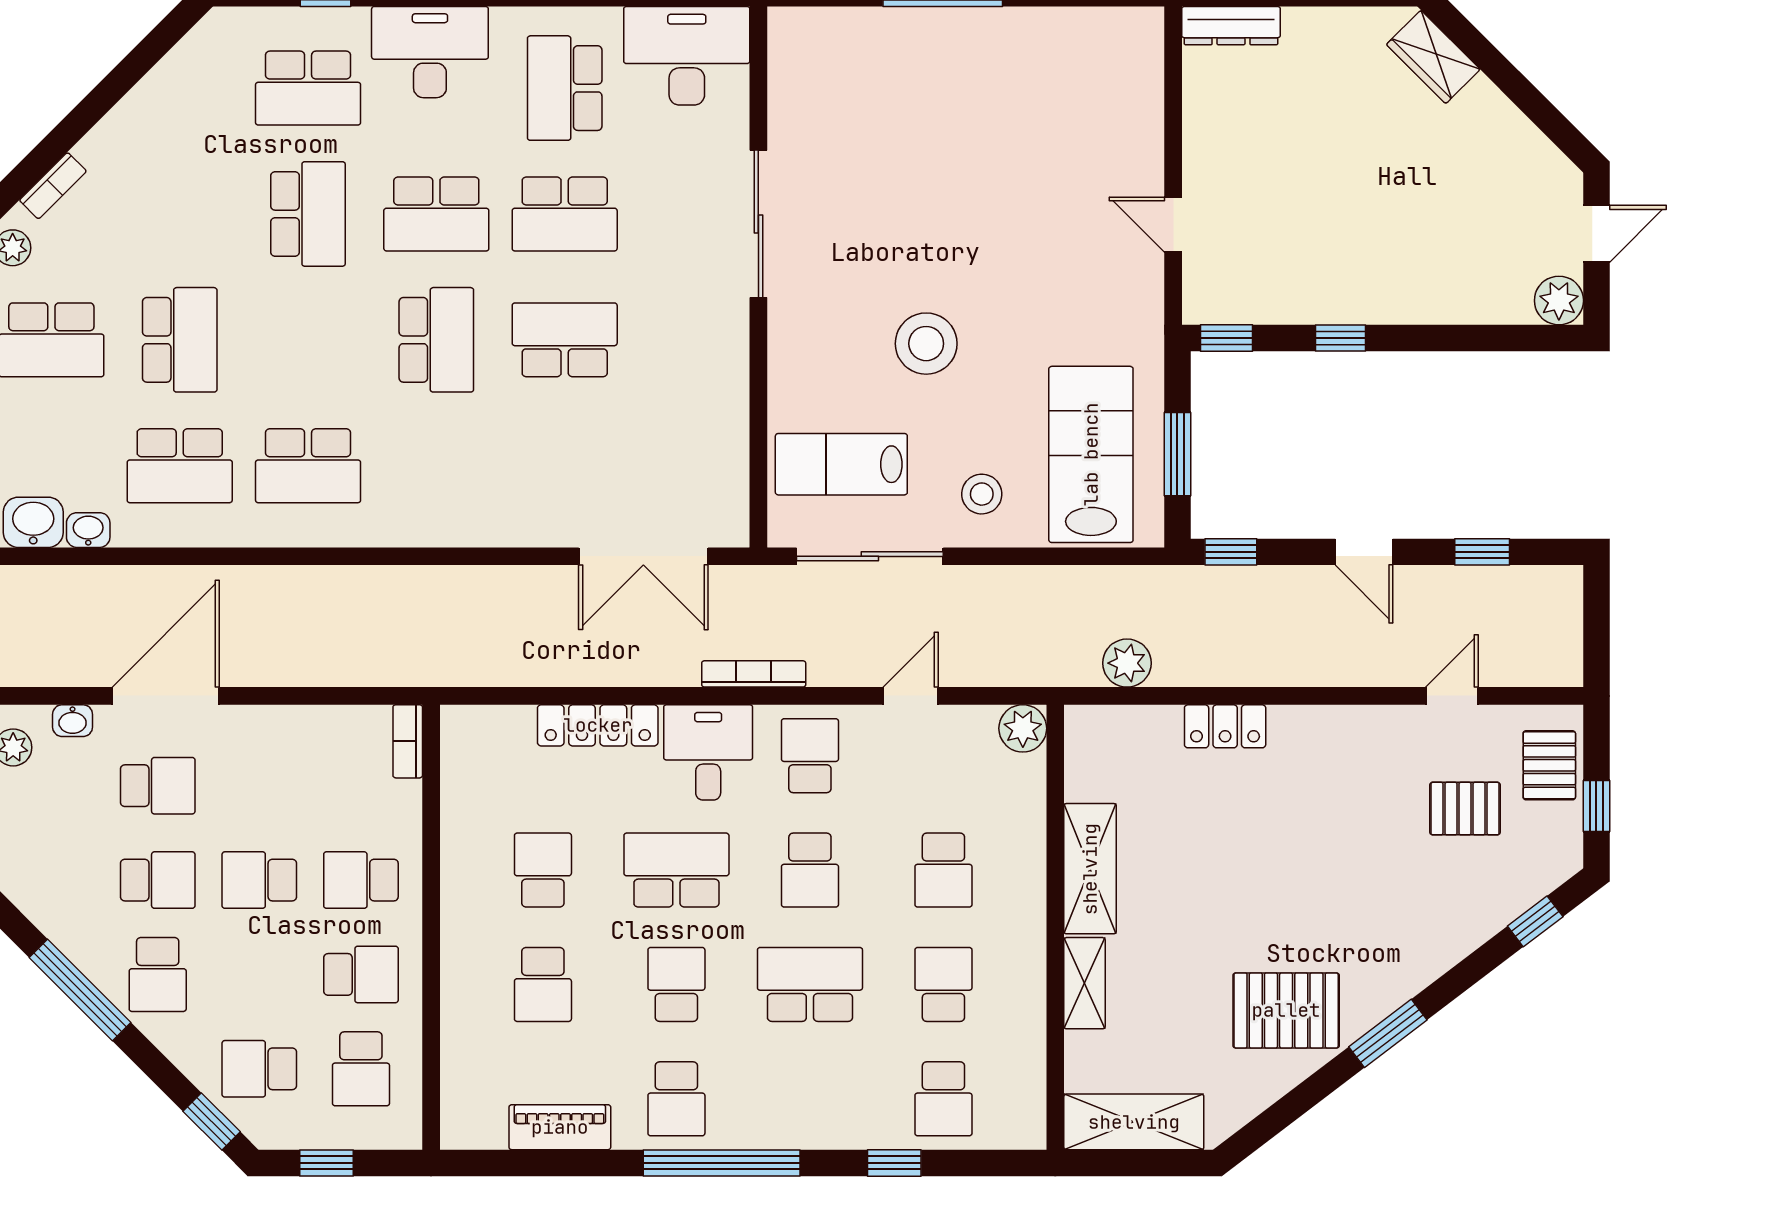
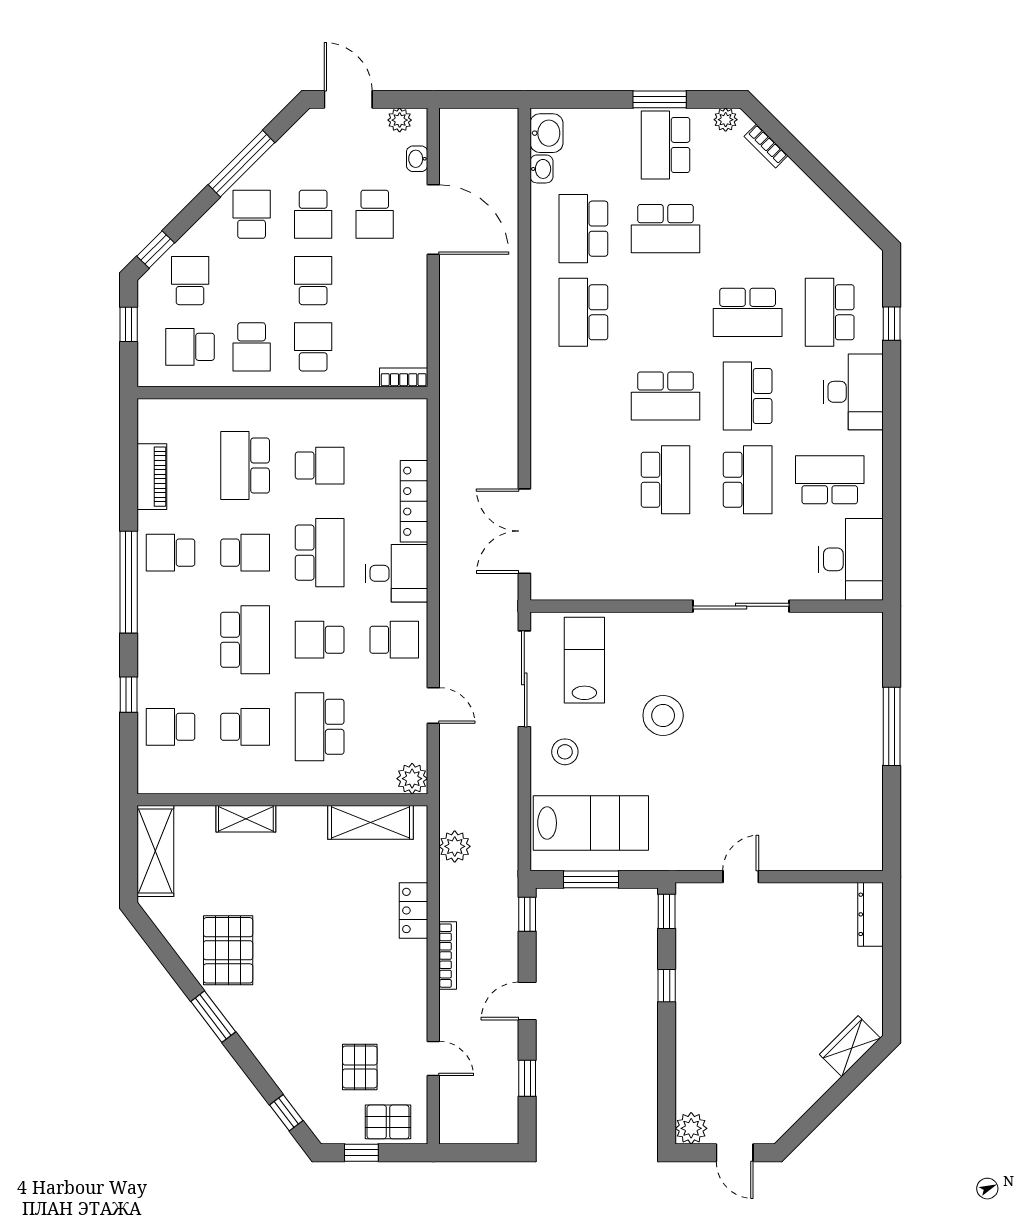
school desk: (565, 214) -> (748, 480), turned 180
bookcase: (754, 674) -> (448, 956), moved
shelving: (1090, 869) -> (371, 822), moved
school desk: (943, 870) -> (320, 727), width x1.85
school desk: (158, 974) -> (252, 214), turned 90
school desk: (543, 984) -> (245, 466), width x1.85

